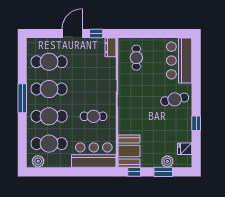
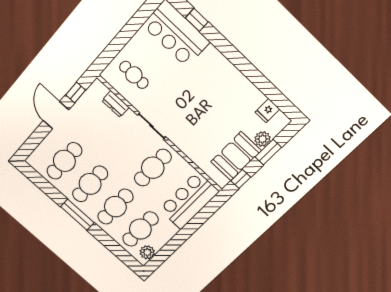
dresser: (111, 47) -> (115, 104), moved
cafe table: (175, 99) -> (210, 75), removed
cafe table: (94, 116) -> (153, 168), width x1.37, depth x1.35
window: (196, 123) -> (197, 20), moved
booth: (129, 151) -> (236, 156), moved, turned 90

